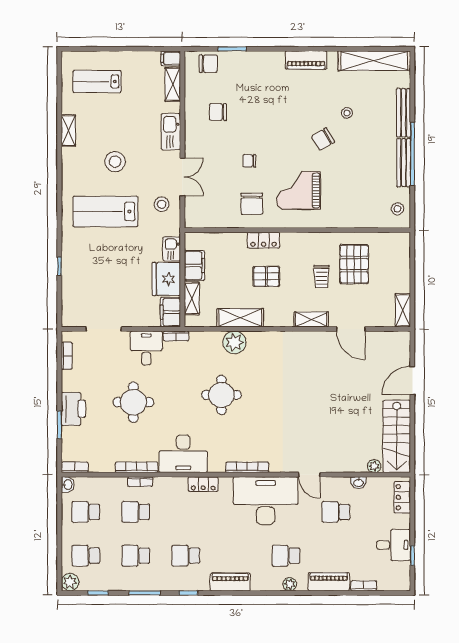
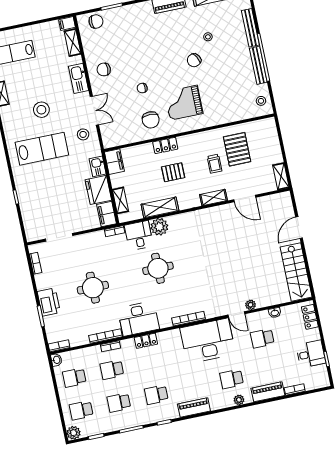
chair: (218, 112) -> (104, 69), moved
lab bench: (105, 211) -> (42, 149), turned 180
filing cabinet: (194, 266) -> (114, 162), moved
desk: (146, 348) -> (139, 236), moved
plant: (374, 466) -> (251, 305), moved
locker: (203, 484) -> (146, 341), moved

